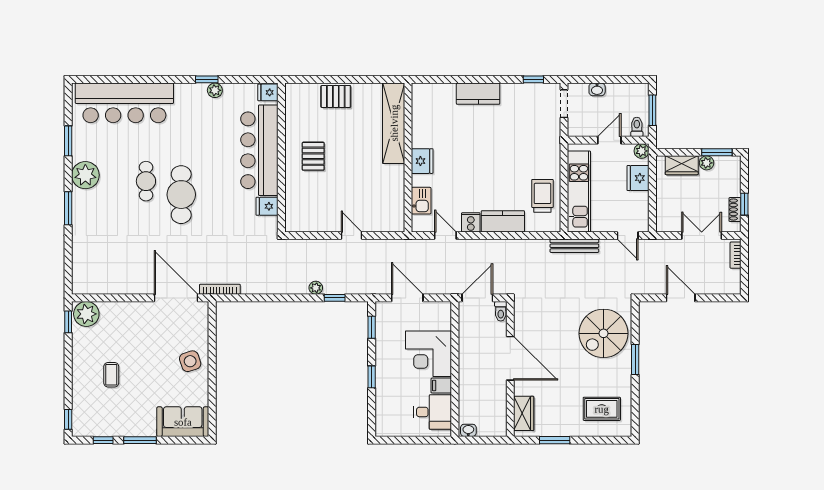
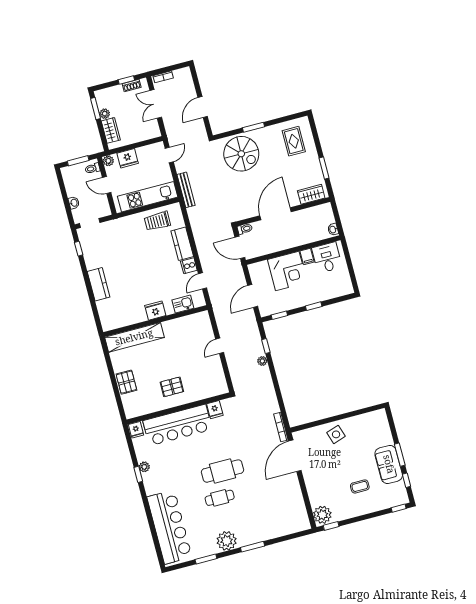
sofa: (183, 422) -> (389, 464), moved

